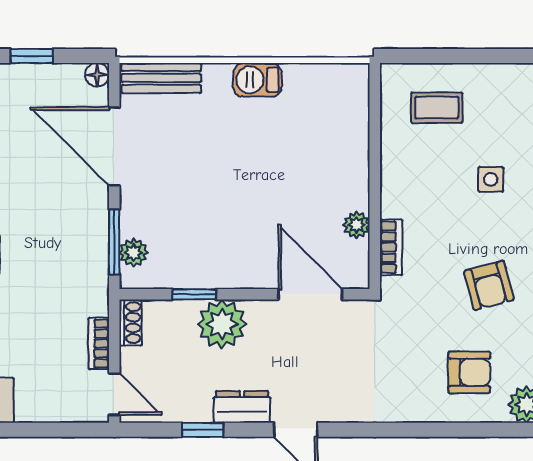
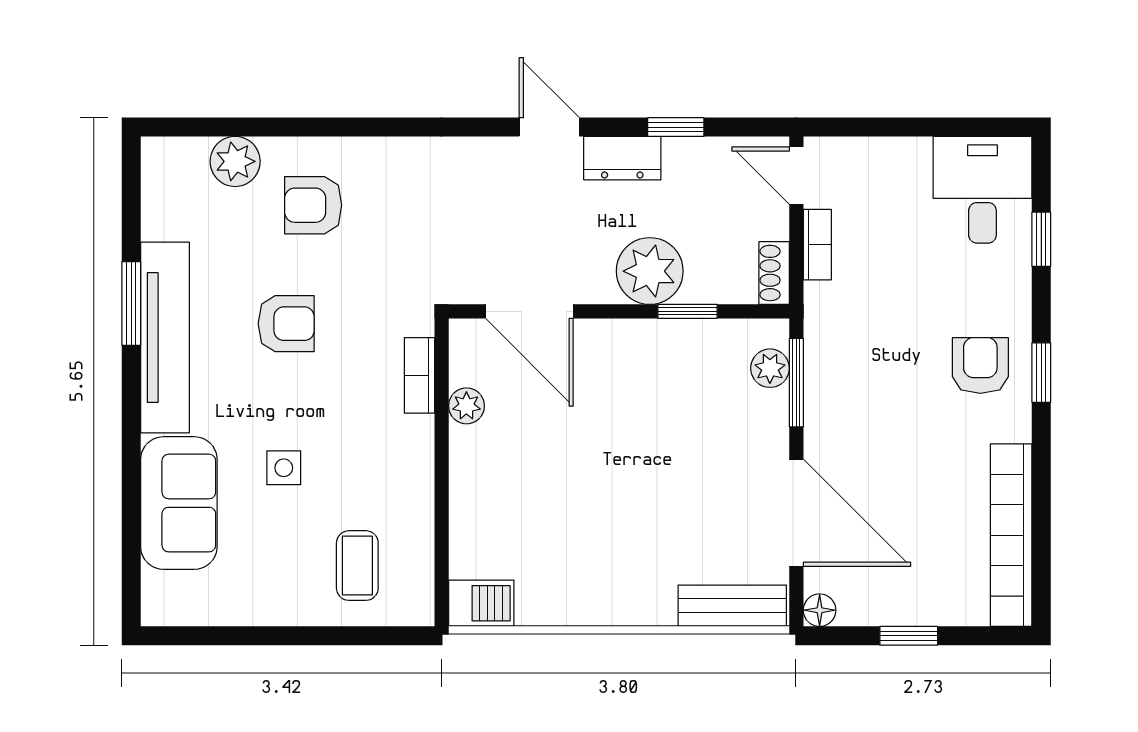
barbecue: (257, 80) -> (481, 603), moved
coffee table: (437, 108) -> (357, 566), turned 90
armchair: (489, 285) -> (286, 324), turned 105

